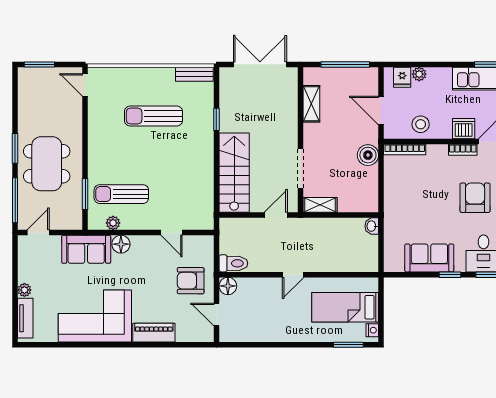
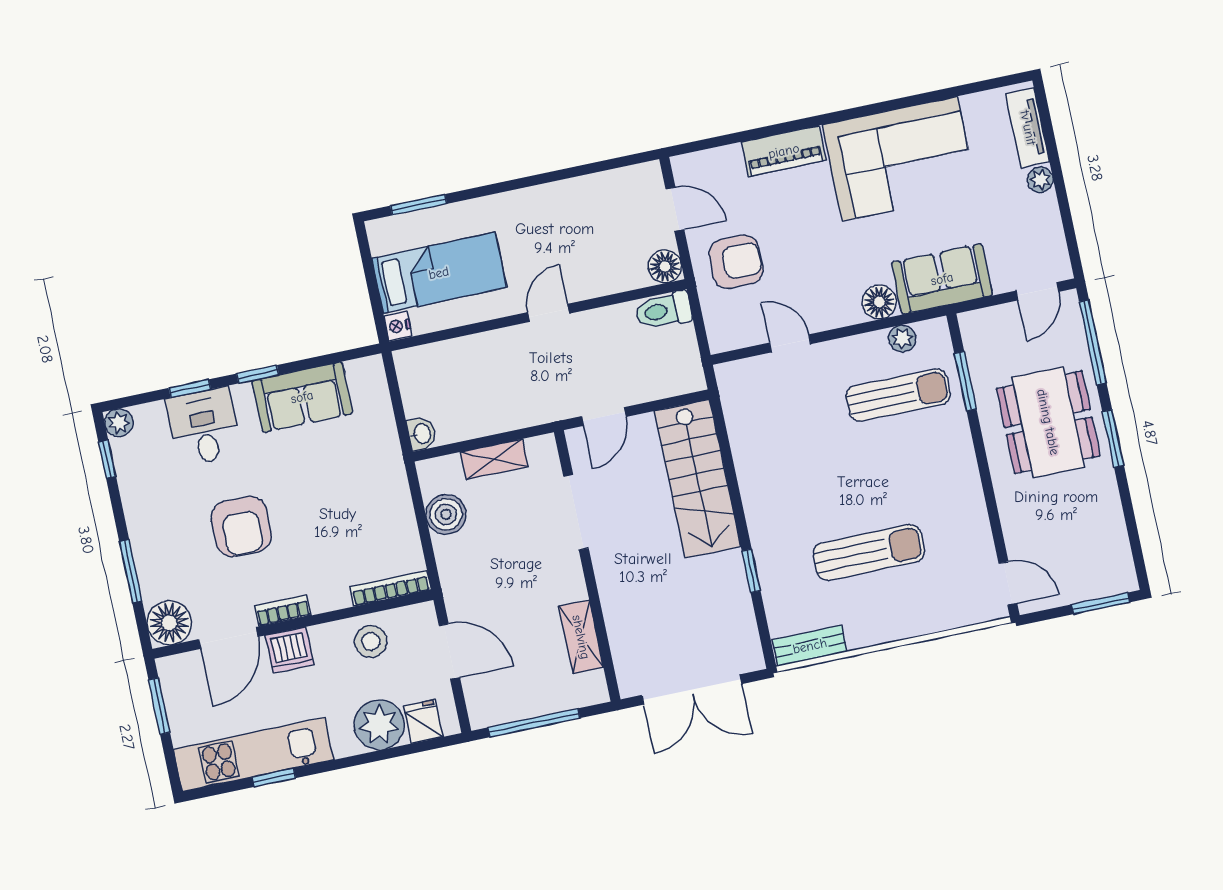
plant: (419, 74) -> (379, 725), width x1.87, depth x1.87
boiler: (368, 155) -> (446, 514), moved
shelving: (320, 205) -> (494, 459), moved
nightstand: (372, 330) -> (398, 326), moved

